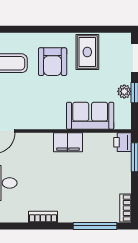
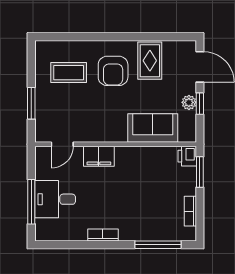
filing cabinet: (68, 142) -> (99, 156), moved
bookcase: (126, 208) -> (190, 211), moved

